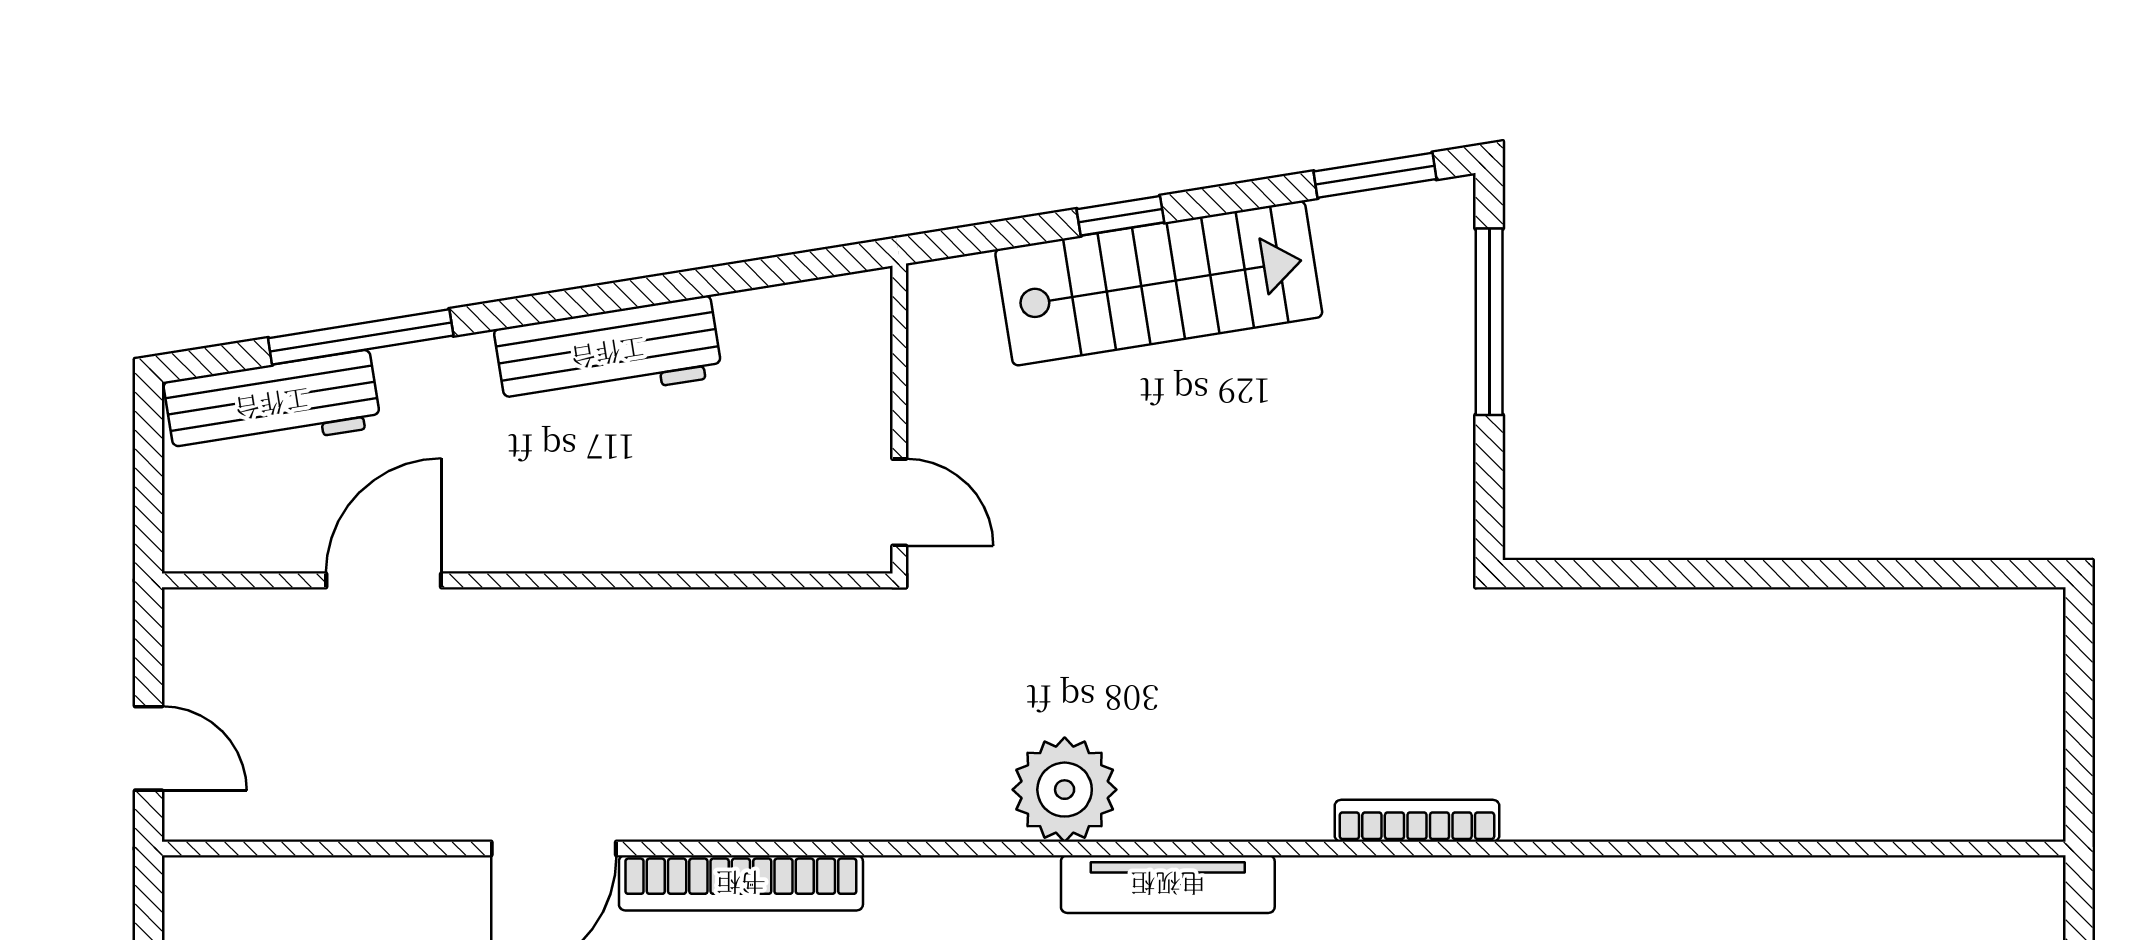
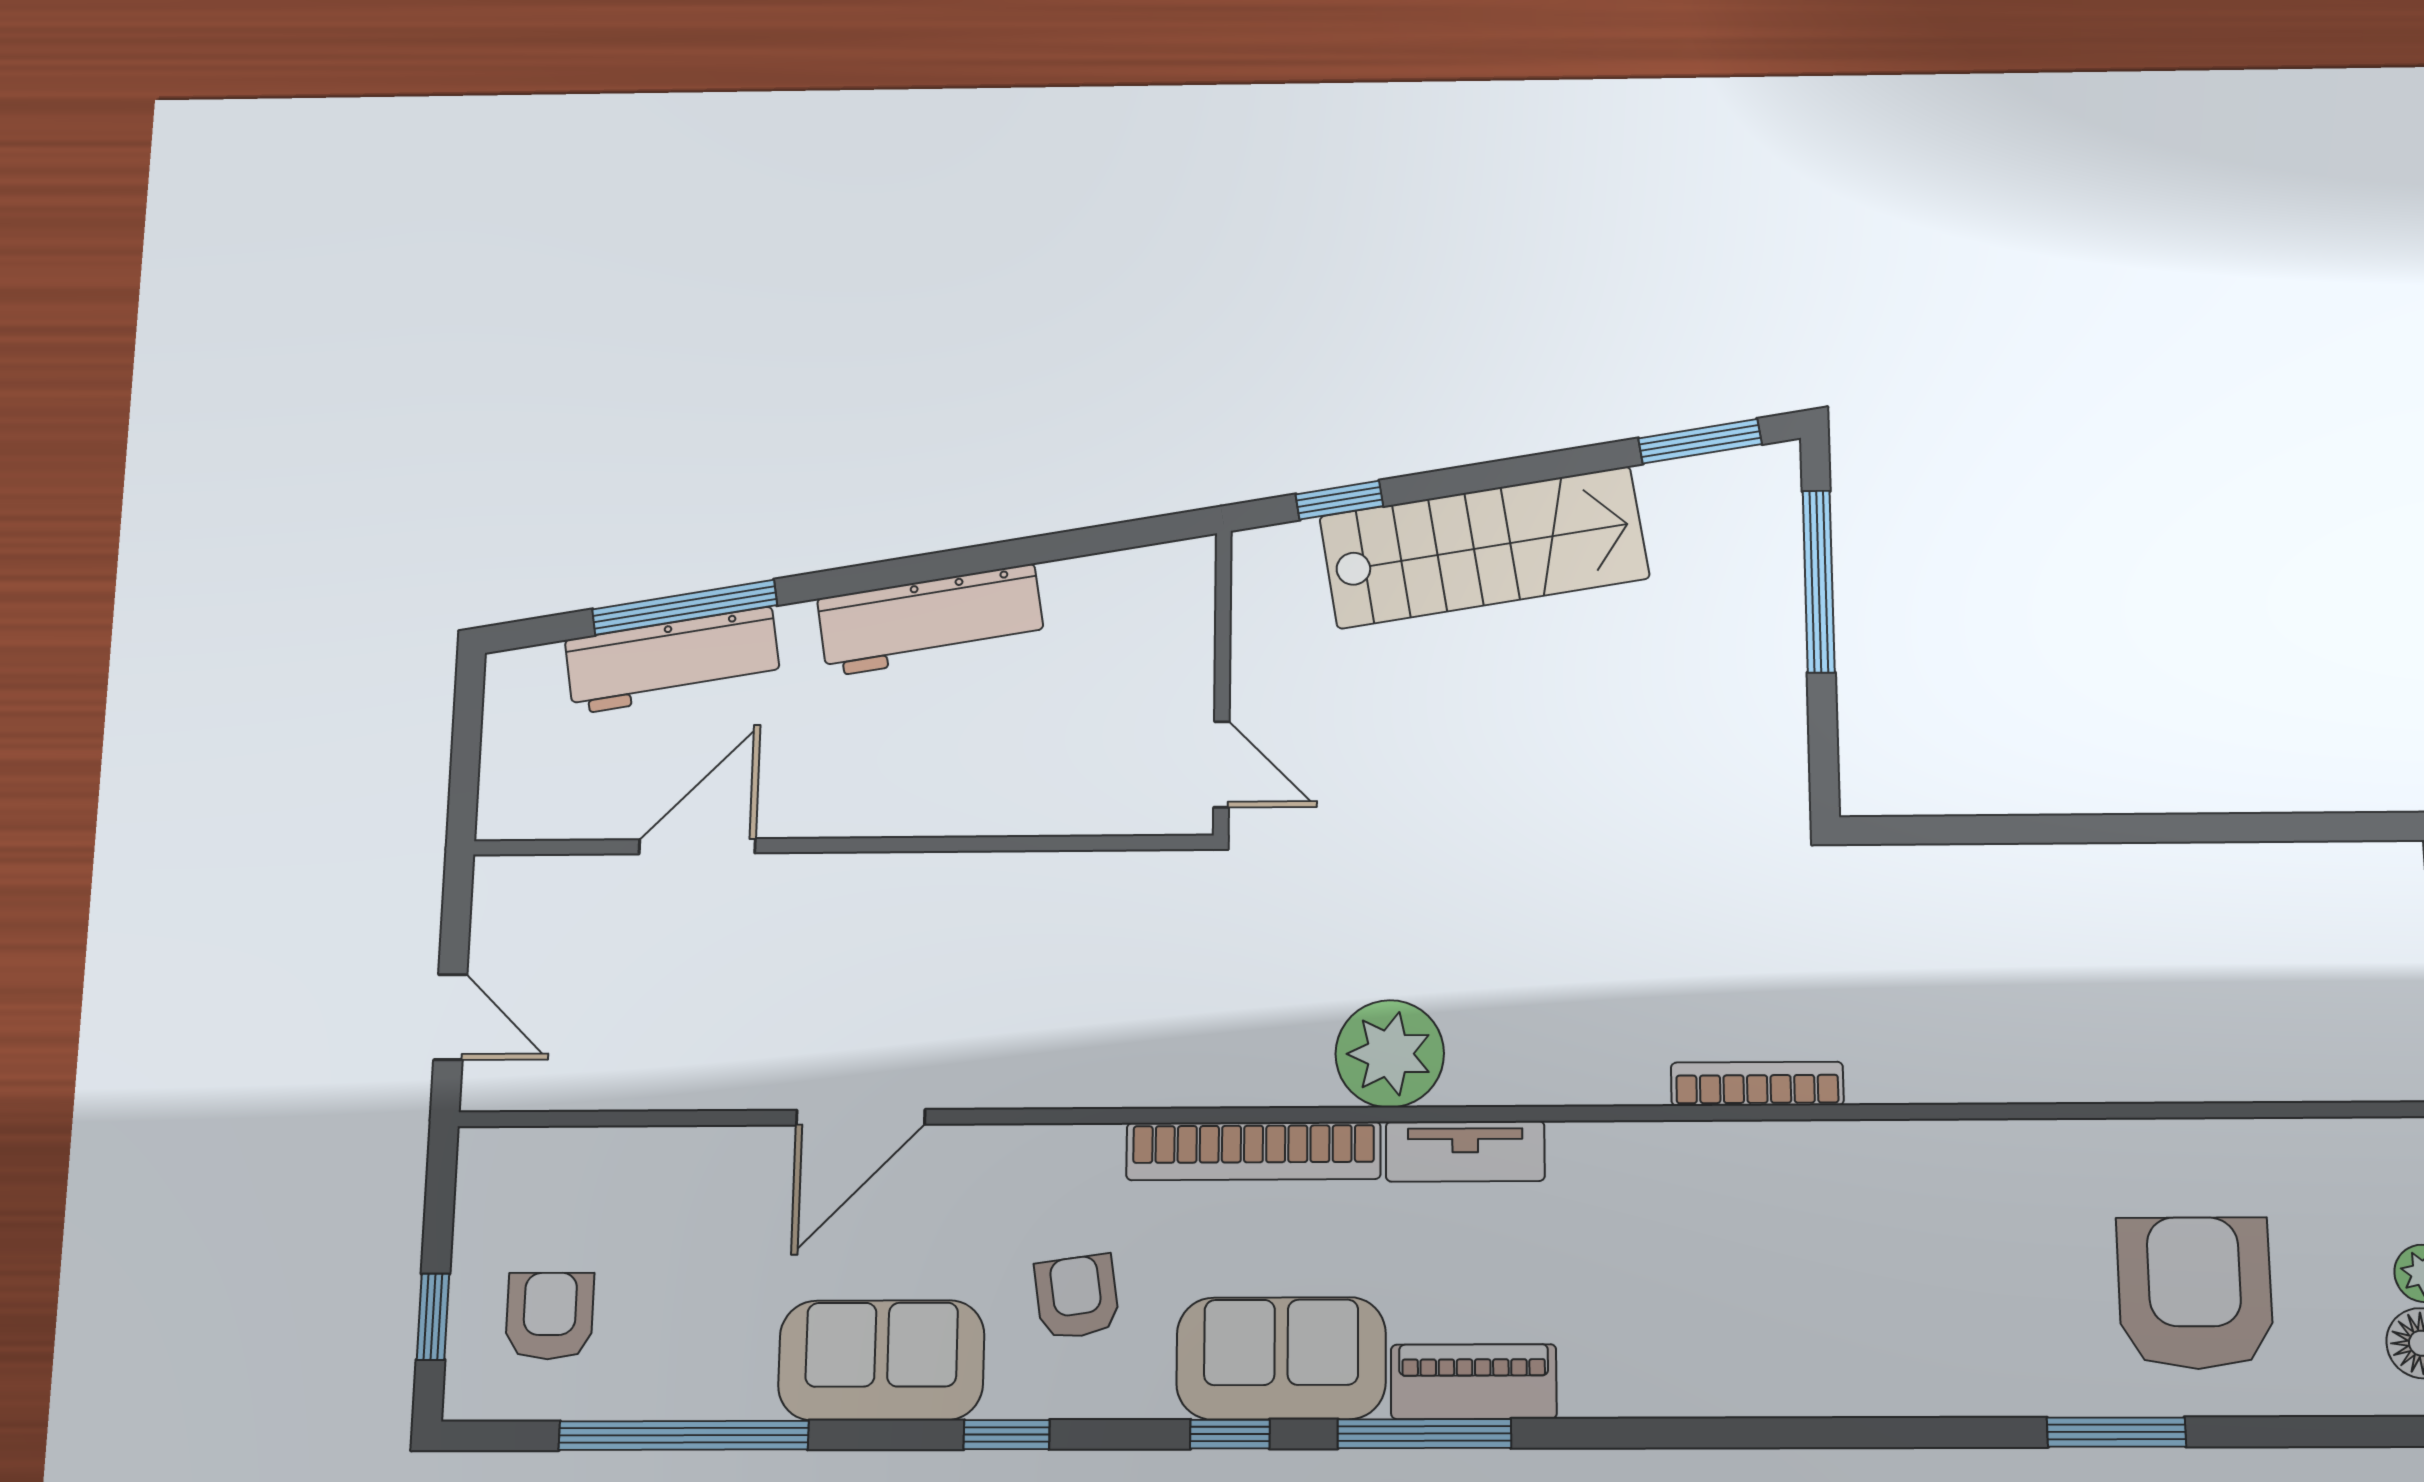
window: (1120, 216) -> (1339, 500), moved
workbench: (272, 404) -> (673, 661), moved
bookcase: (741, 883) -> (1253, 1151), moved
tv unit: (1168, 884) -> (1465, 1151), width x0.71

